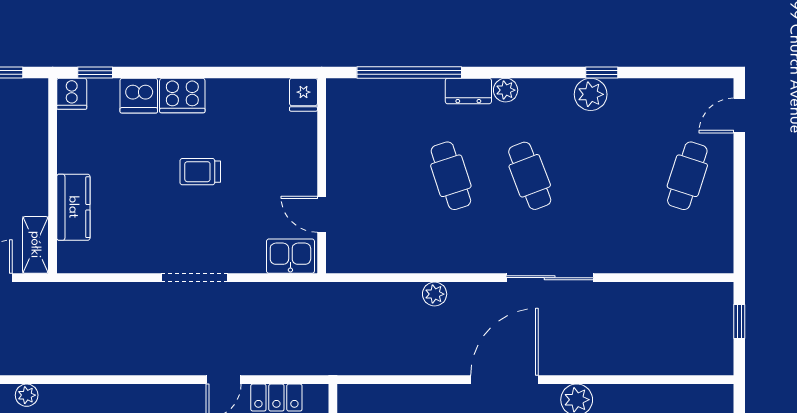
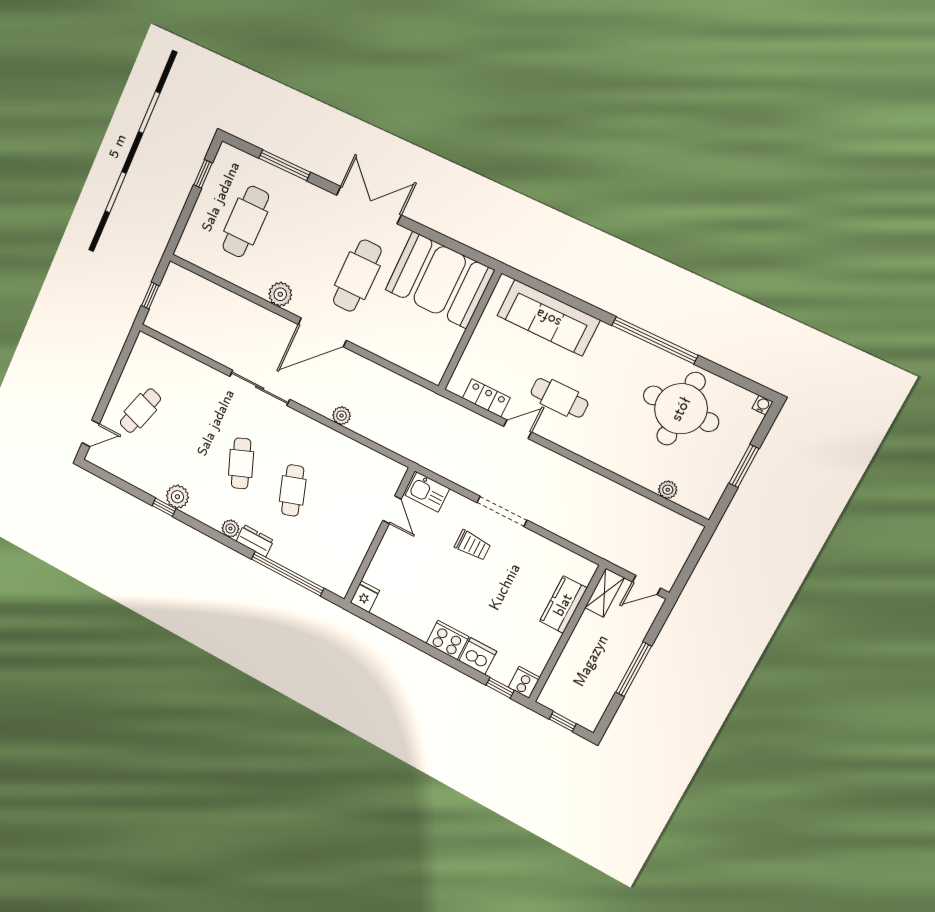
trolley: (200, 172) -> (473, 545), moved

